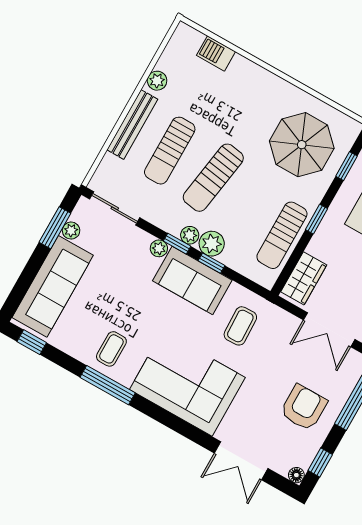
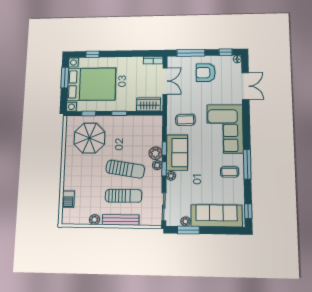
sun lounger: (282, 235) -> (135, 124), removed

